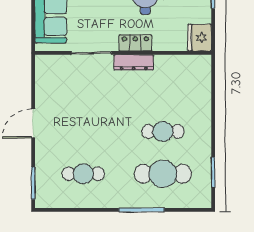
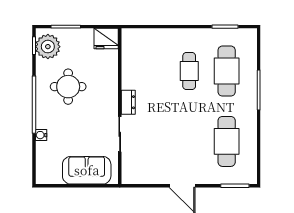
locker: (135, 43) -> (111, 95), removed
dresser: (134, 62) -> (128, 102), width x0.70
cafe table: (83, 174) -> (227, 141), width x1.37, depth x1.35

